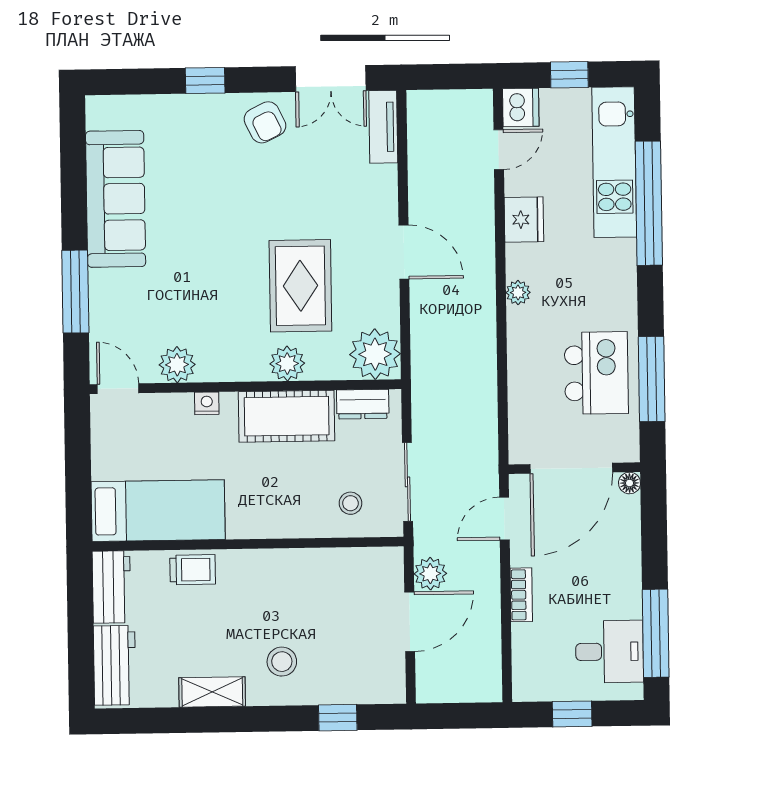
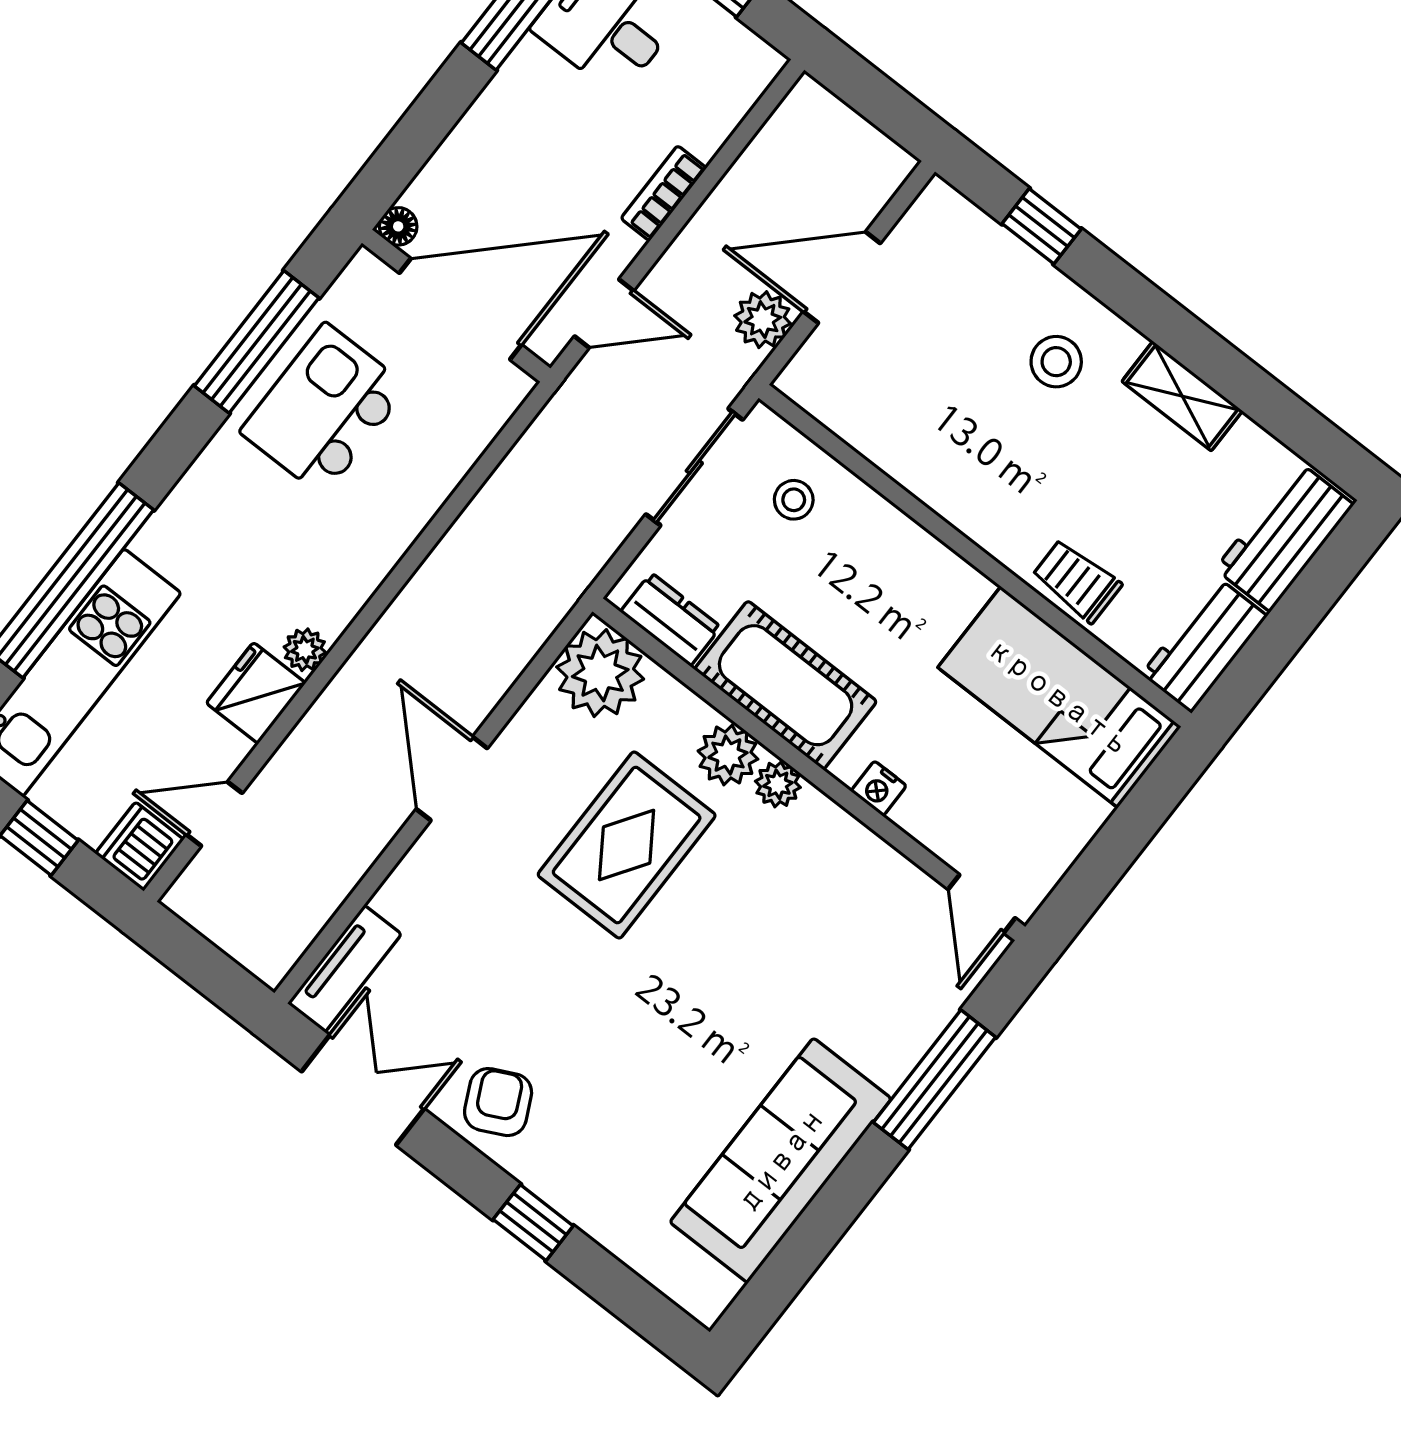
plant: (518, 293) -> (305, 650), moved
plant: (177, 365) -> (778, 784), moved, width x0.73, depth x0.73

